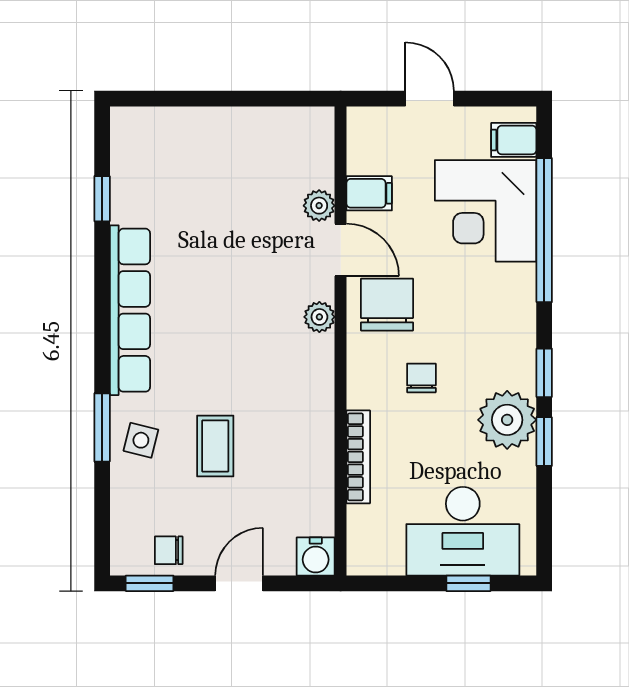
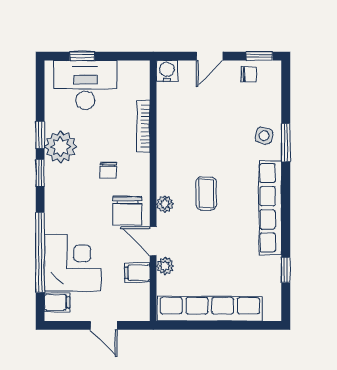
row of seats: (239, 129) -> (210, 309), added
coffee table: (215, 446) -> (206, 194), moved

